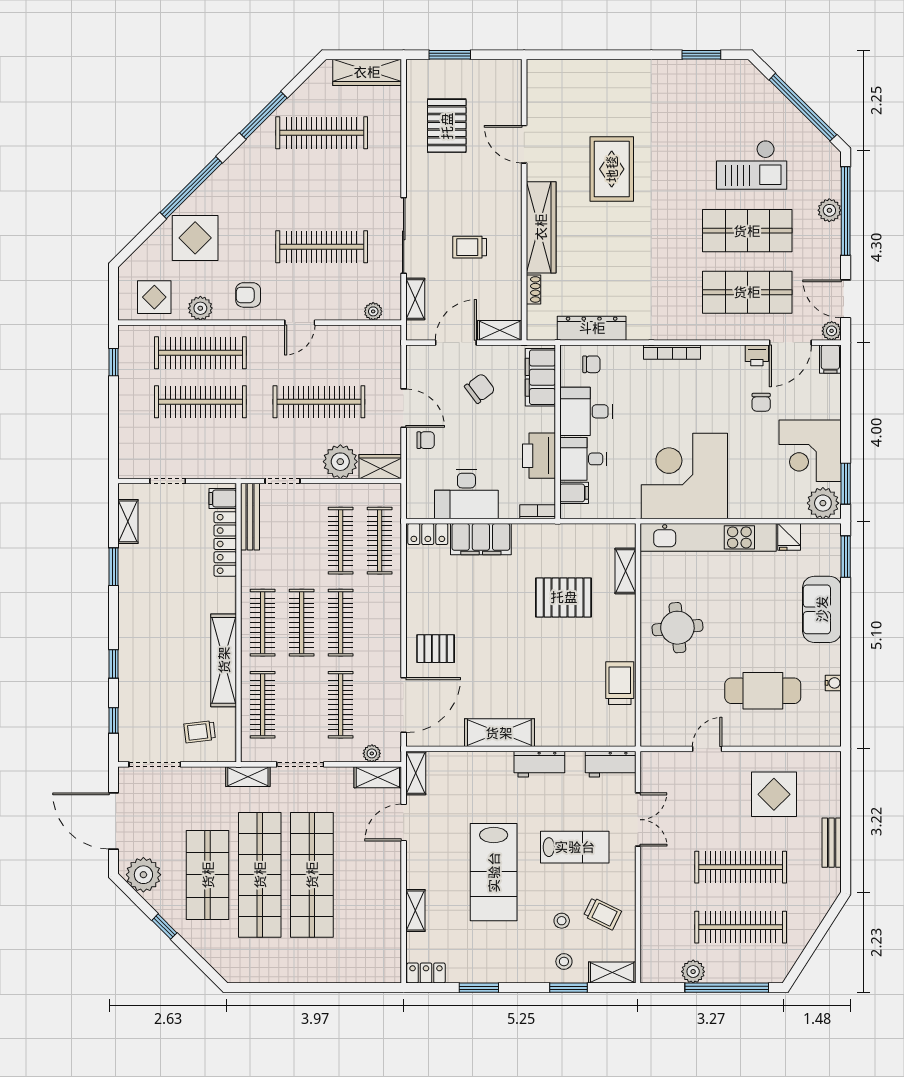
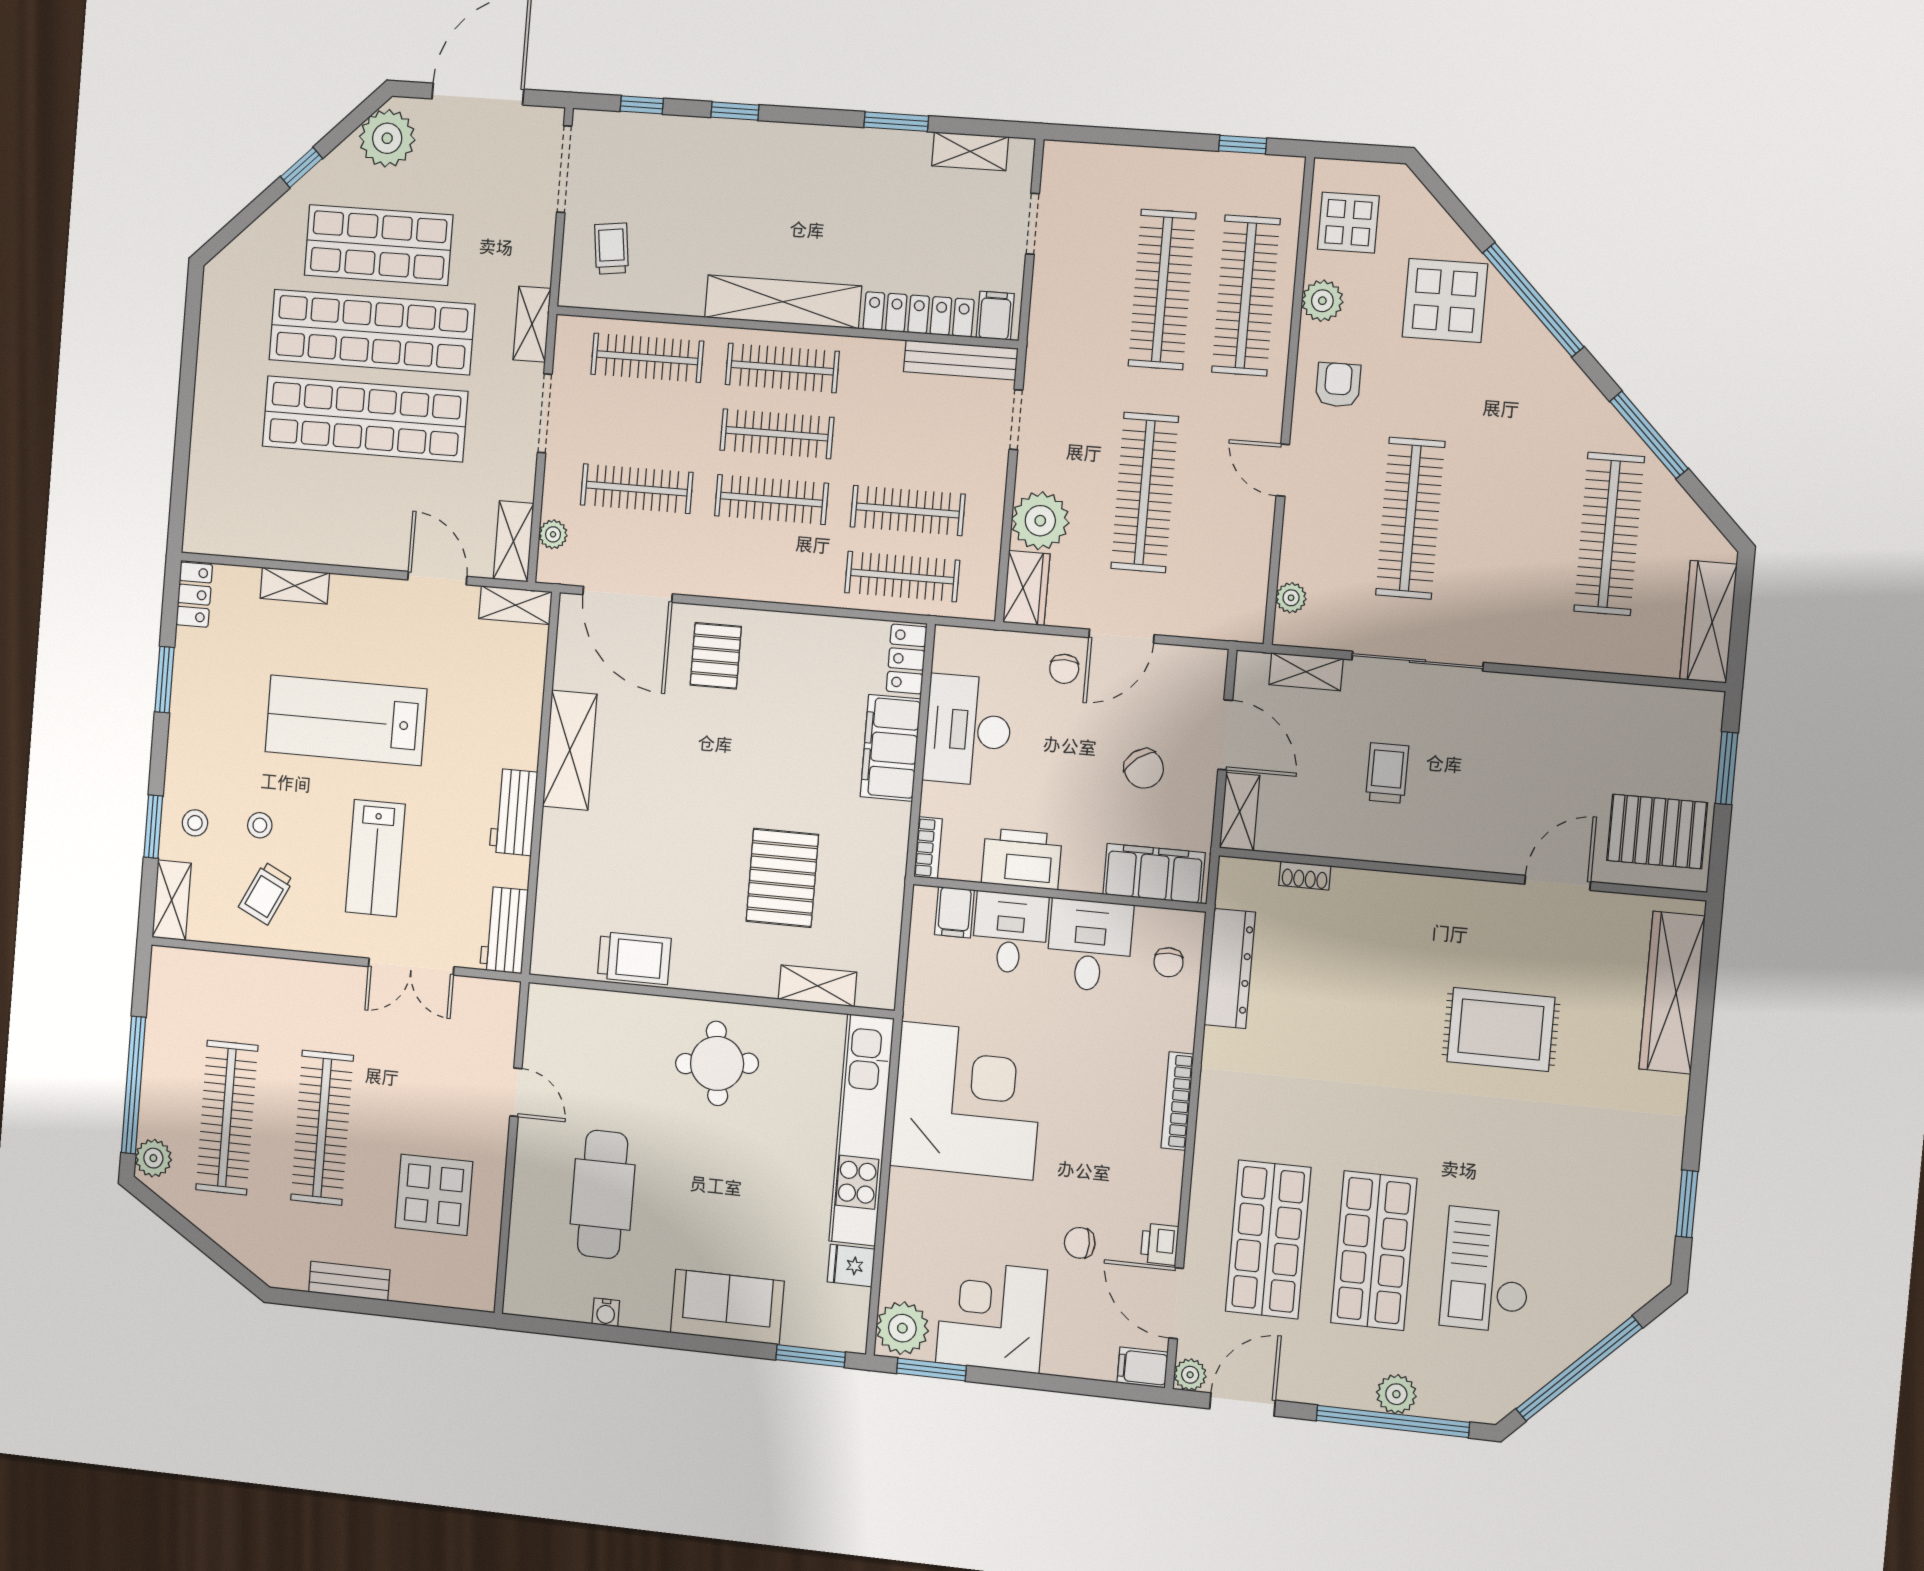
pallet: (447, 126) -> (1657, 831), moved
wardrobe: (541, 227) -> (1672, 993), moved, turned 90
shelving: (224, 660) -> (783, 302), moved
plant: (693, 972) -> (153, 1158), moved

